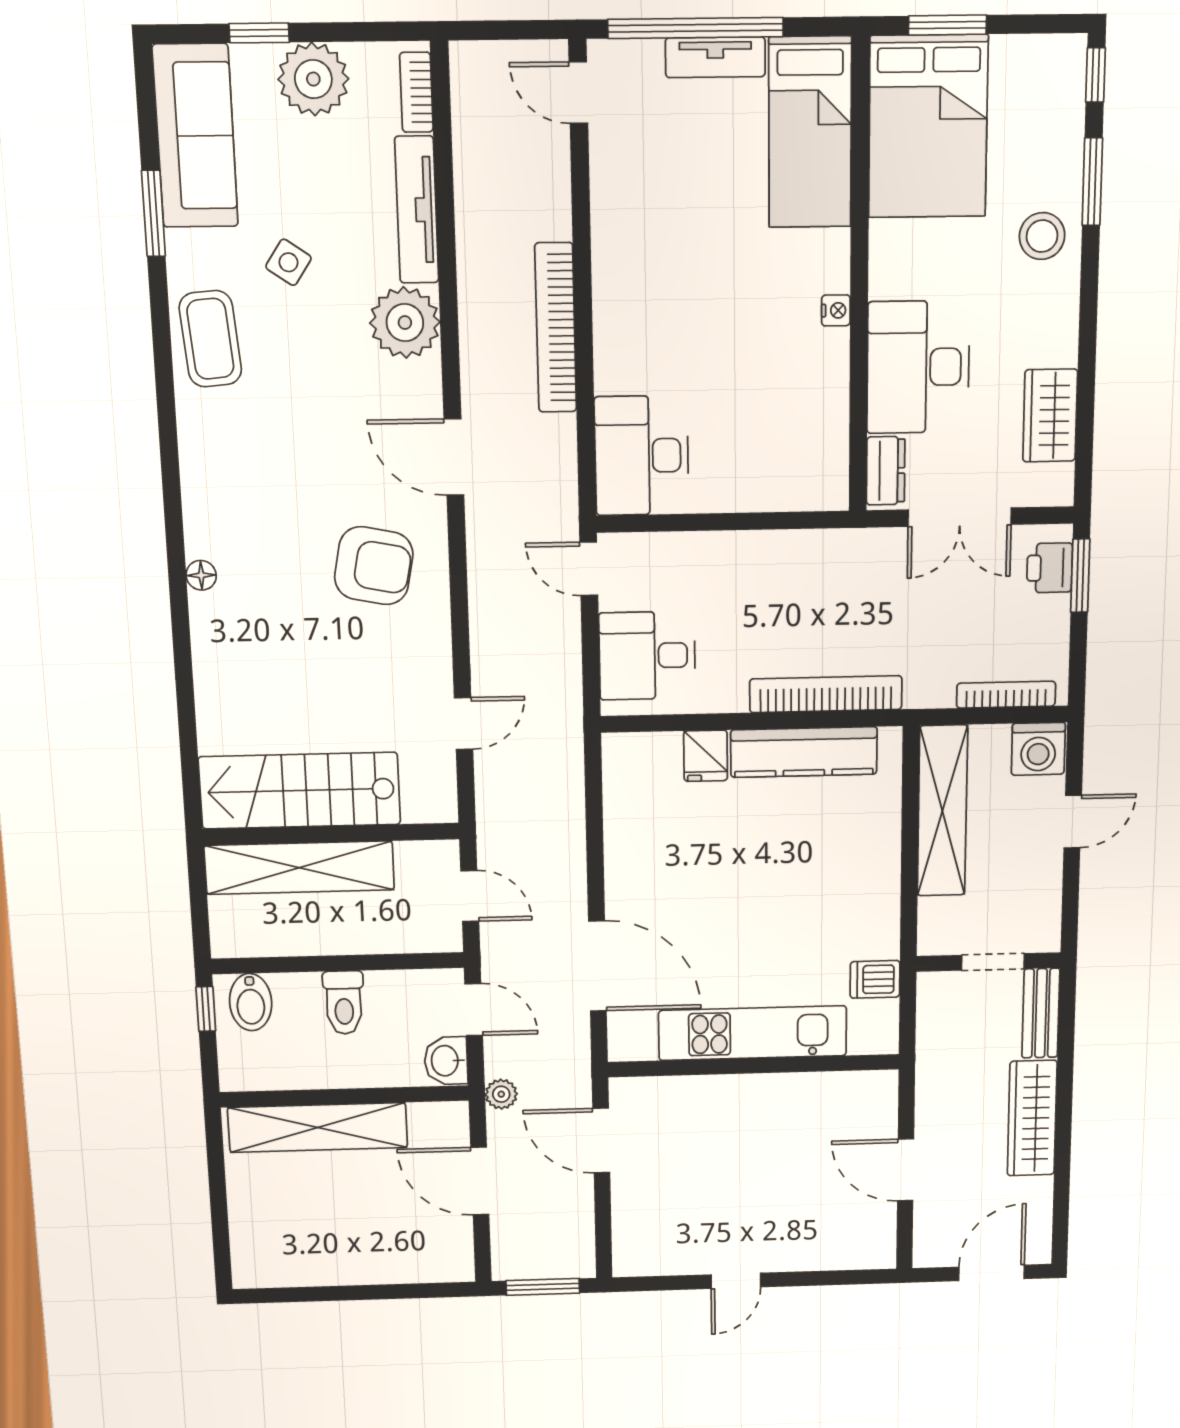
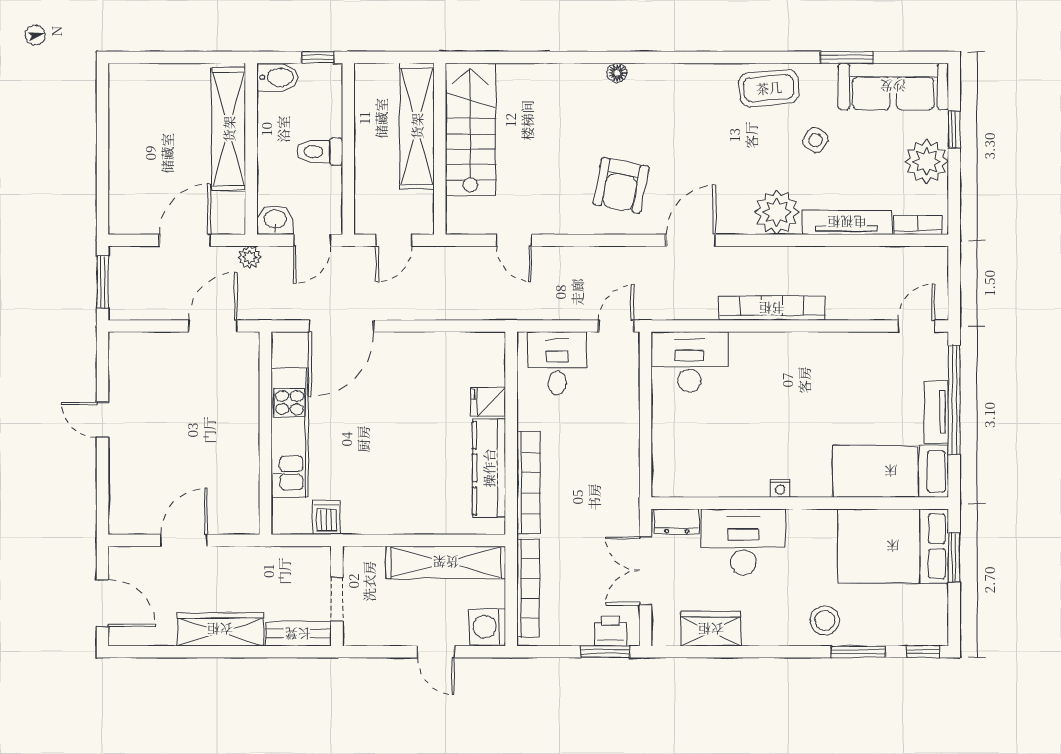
bookcase: (1006, 695) -> (528, 588), width x1.48, depth x1.31
bidet: (251, 1002) -> (277, 77), moved, turned 180

